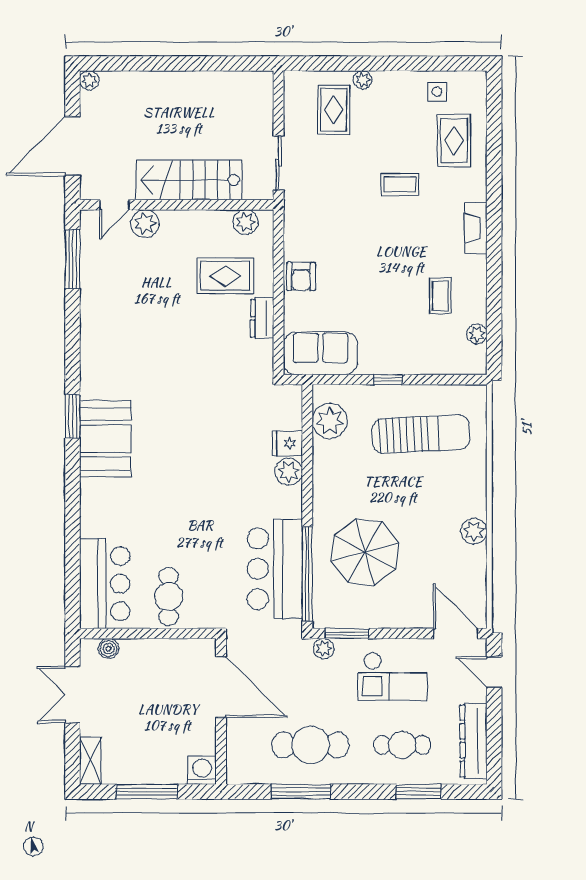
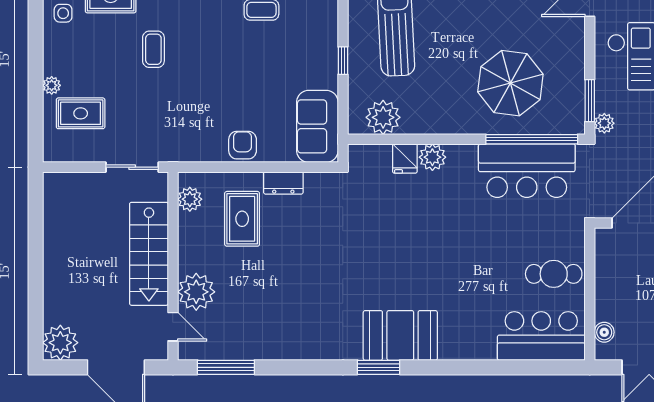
plant: (89, 80) -> (60, 343), width x1.88, depth x1.88
plant: (145, 224) -> (196, 292), width x1.36, depth x1.36
armchair: (301, 276) -> (243, 145), turned -90

